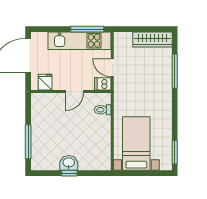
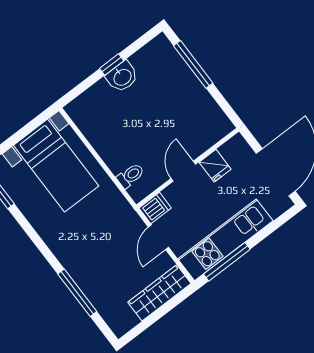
wardrobe: (152, 39) -> (159, 293), moved
door: (112, 68) -> (159, 237), swing flipped
fridge: (45, 82) -> (215, 166), moved

